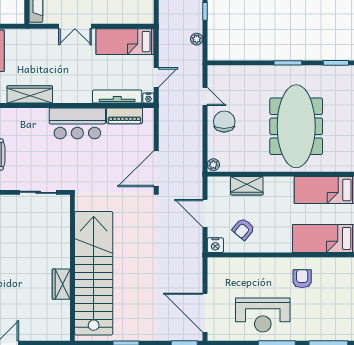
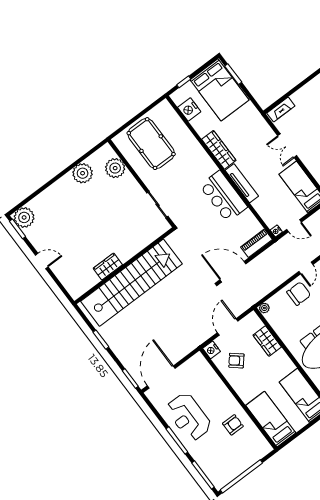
tv unit: (117, 97) -> (242, 183), moved
piano: (125, 116) -> (256, 243), moved, turned 90

